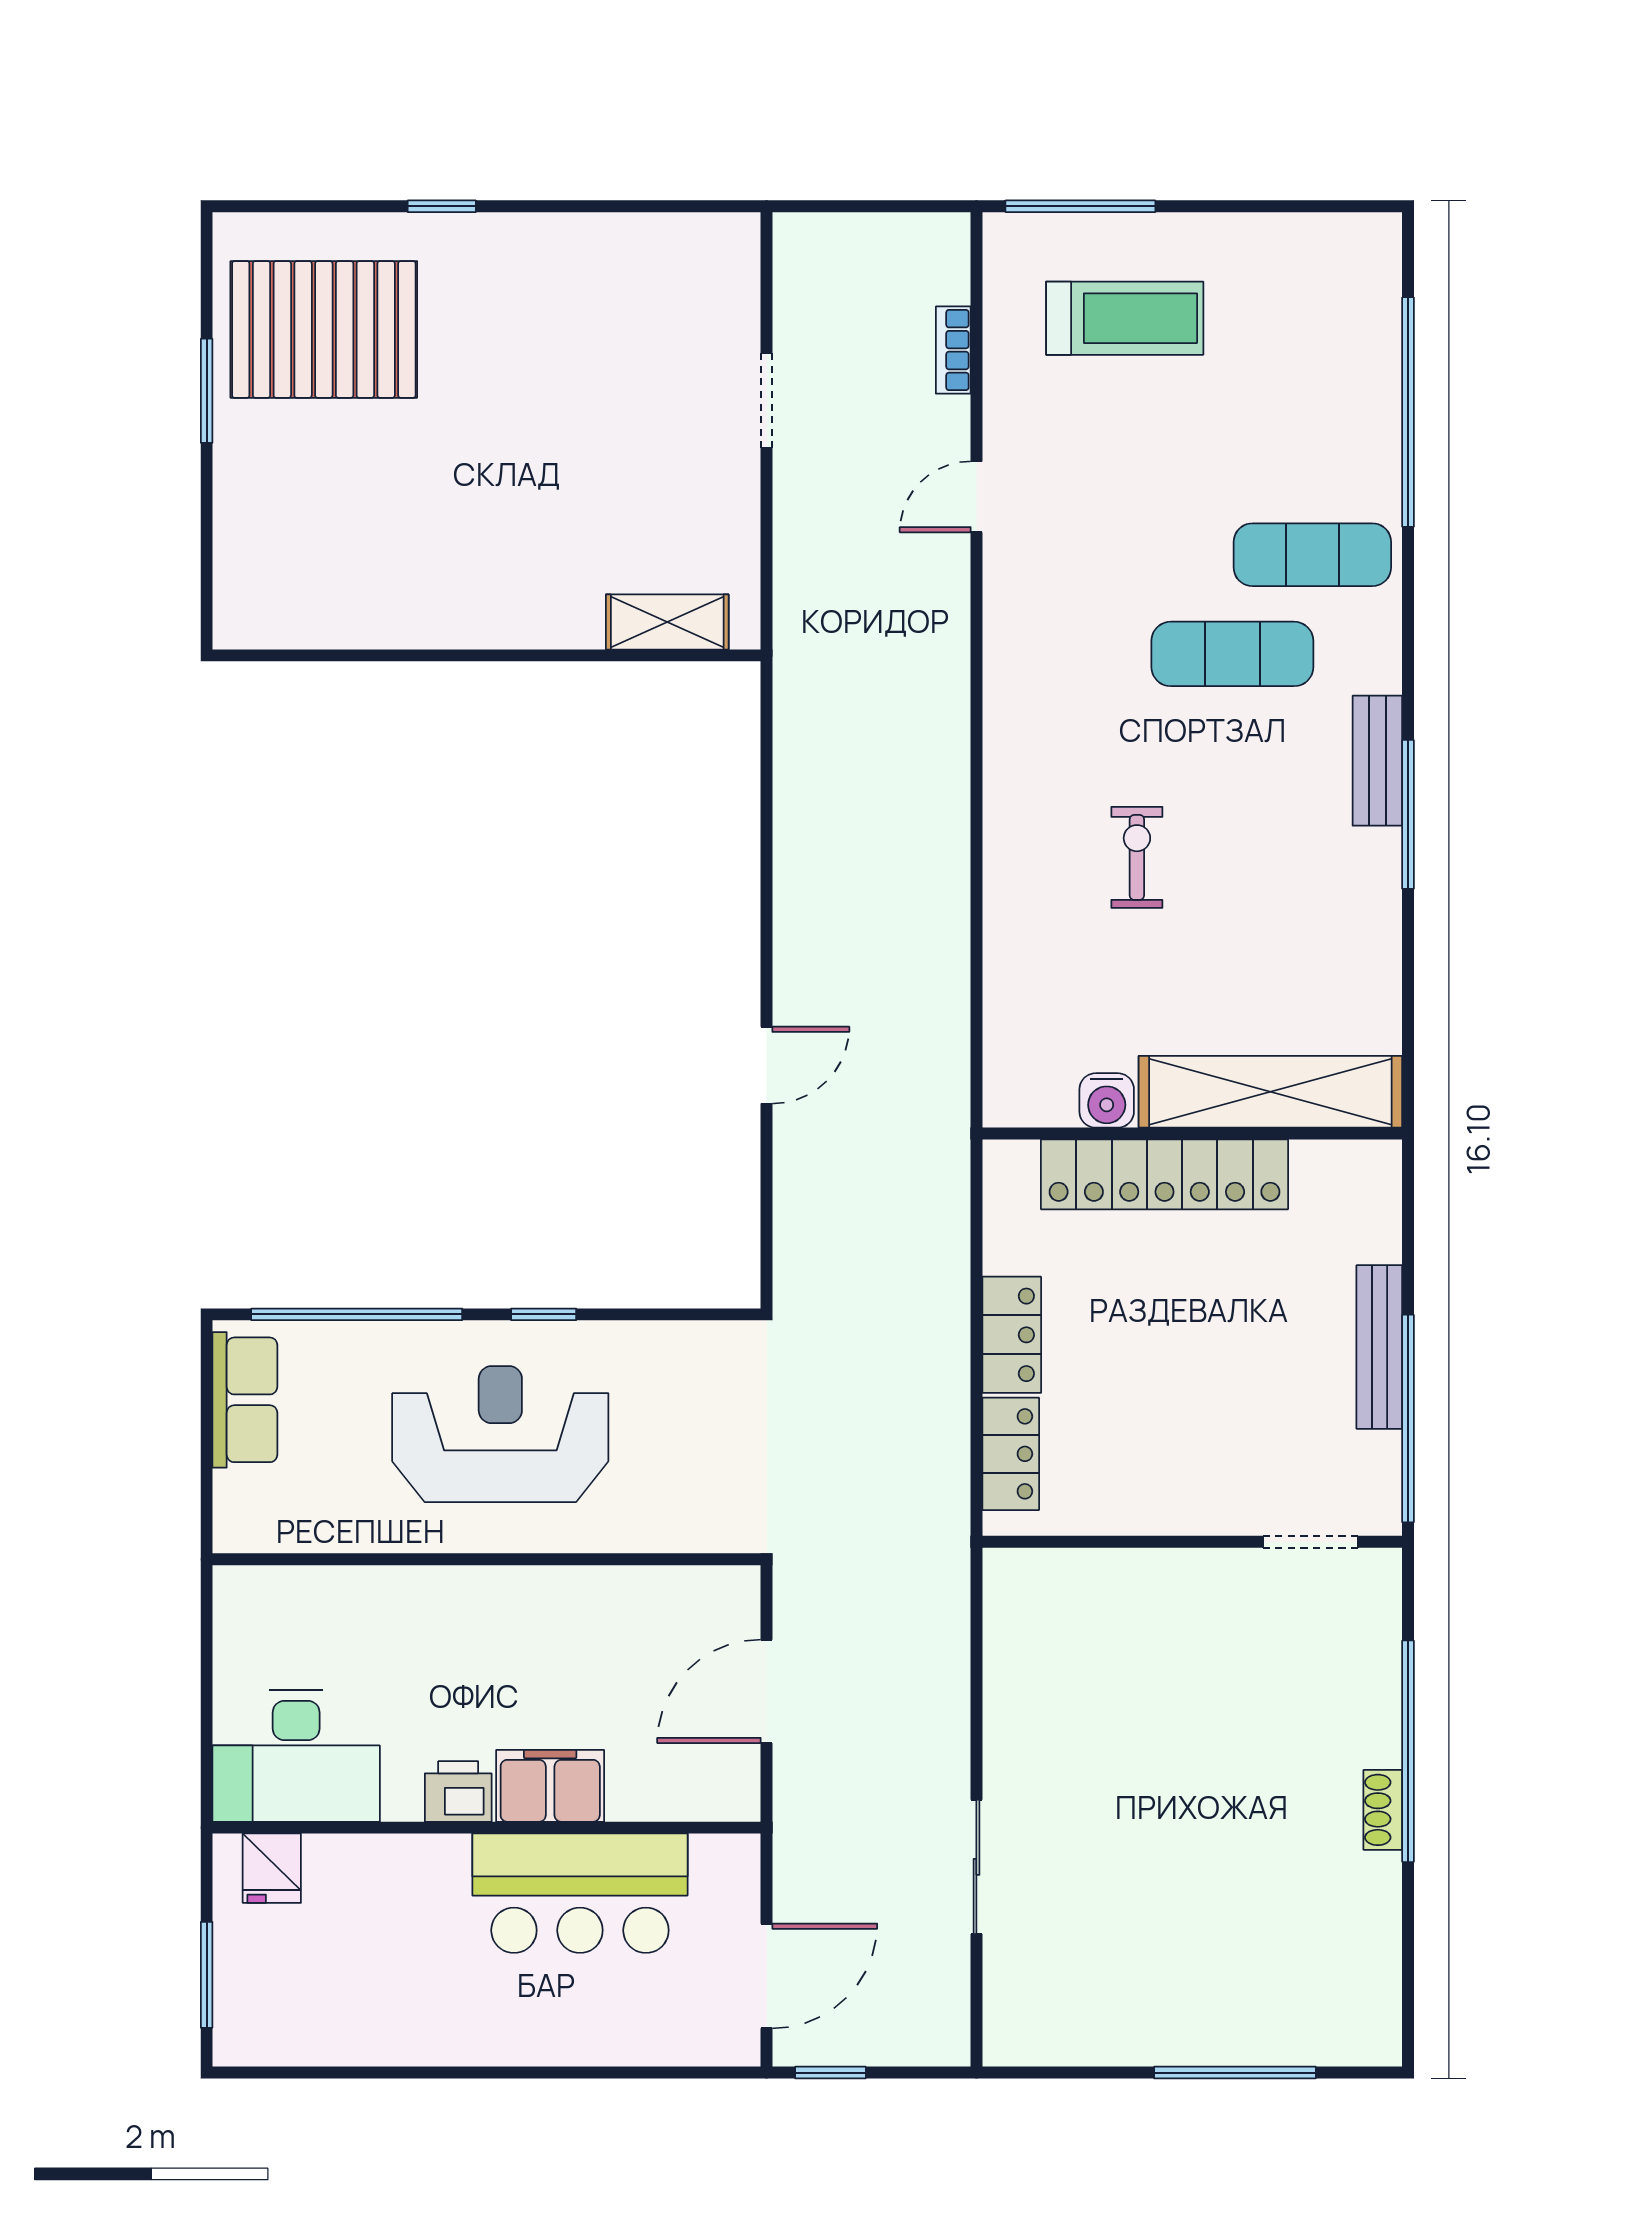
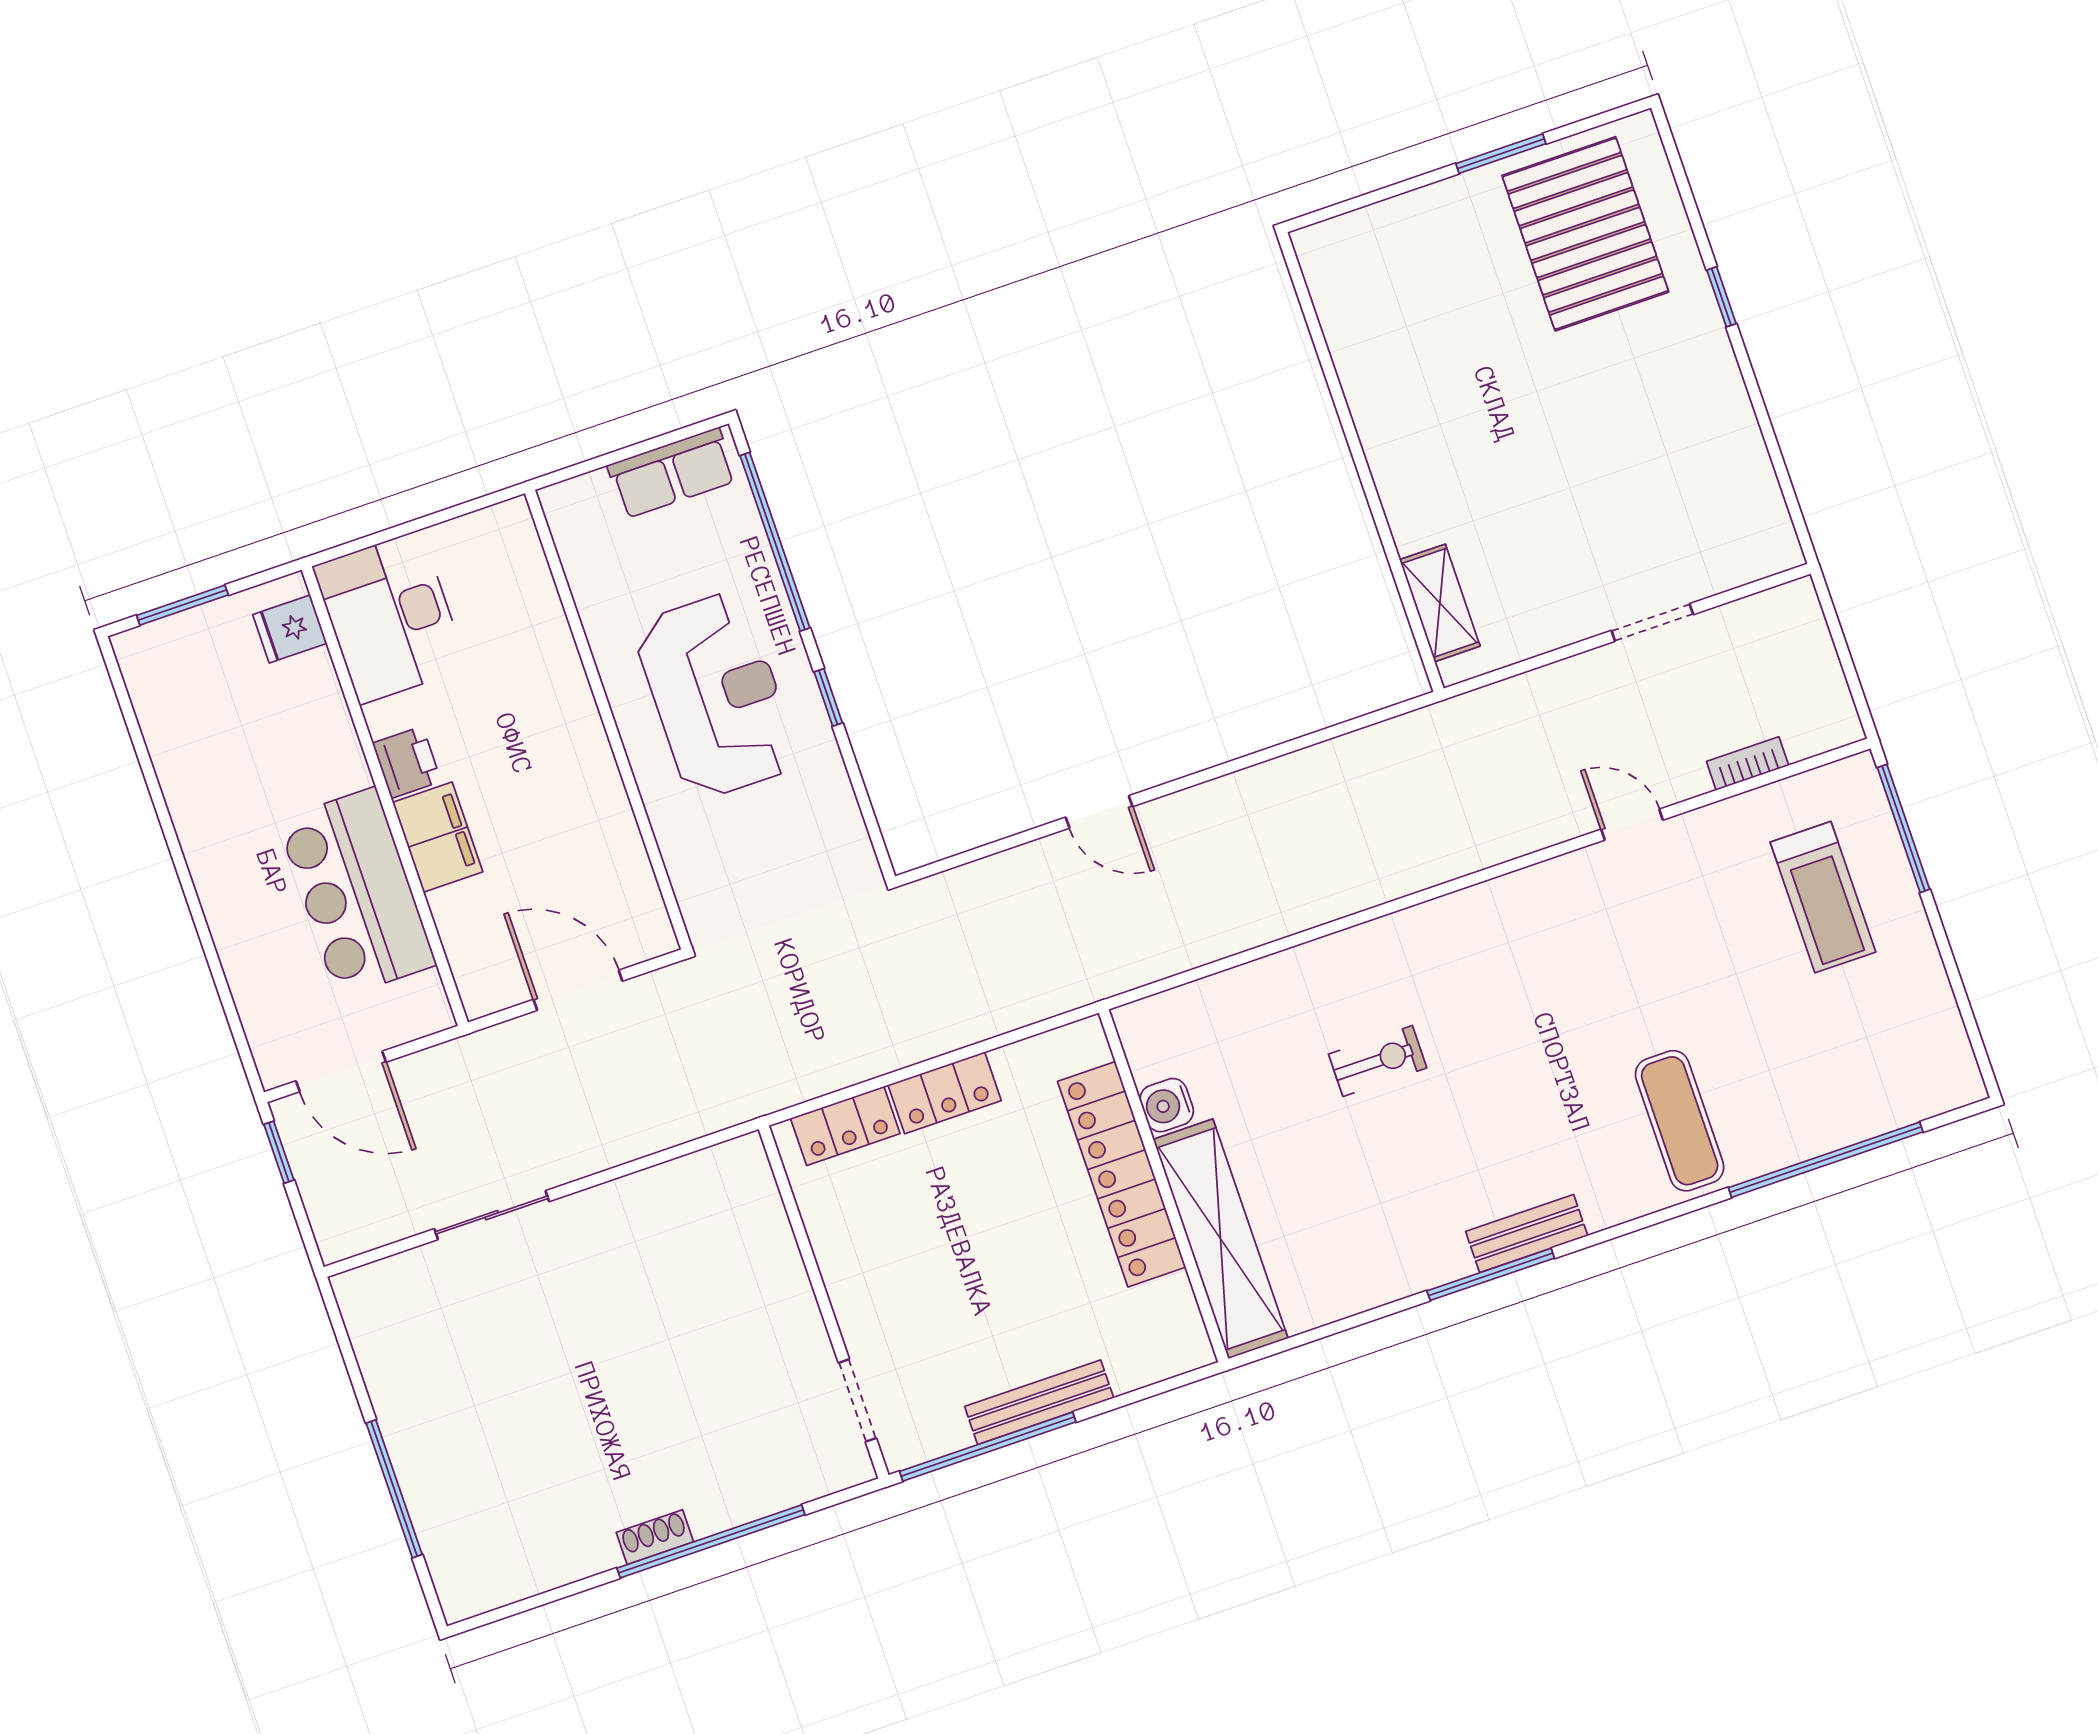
exercise mat: (1232, 654) -> (1574, 1082), removed

